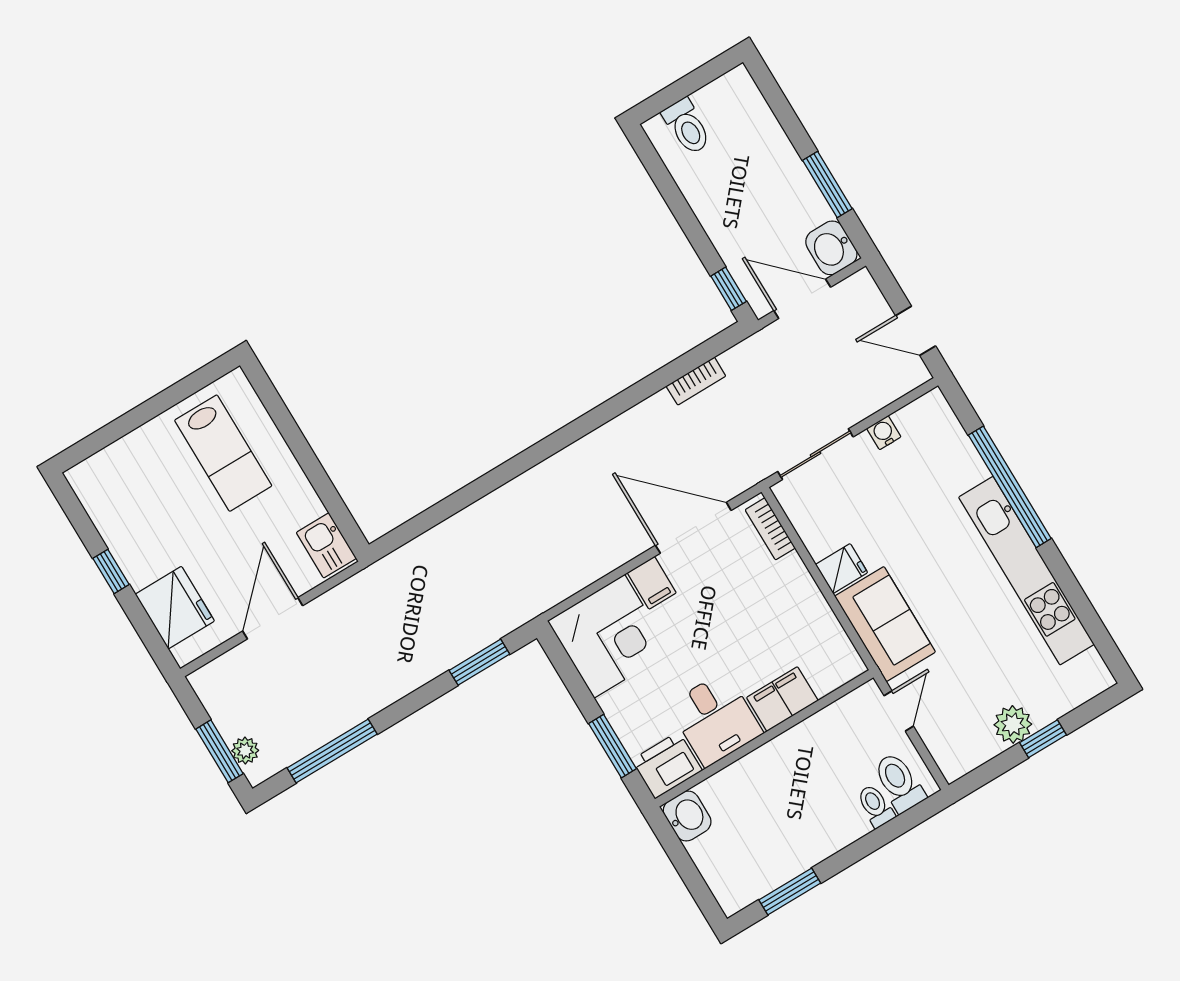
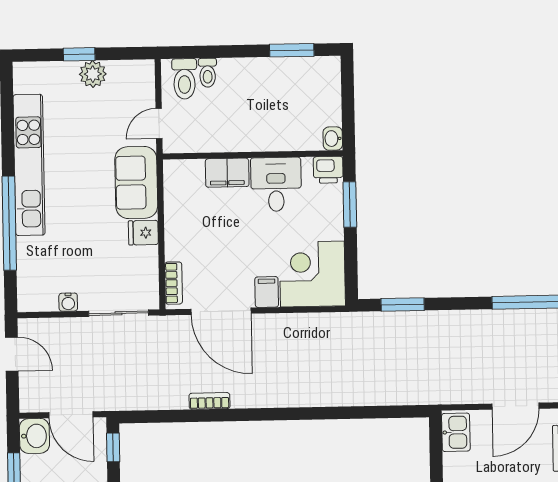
bookcase: (696, 381) -> (209, 401), moved
printer: (667, 765) -> (328, 170), width x0.73, depth x0.81
washbasin: (687, 816) -> (333, 139), width x0.72, depth x0.69

